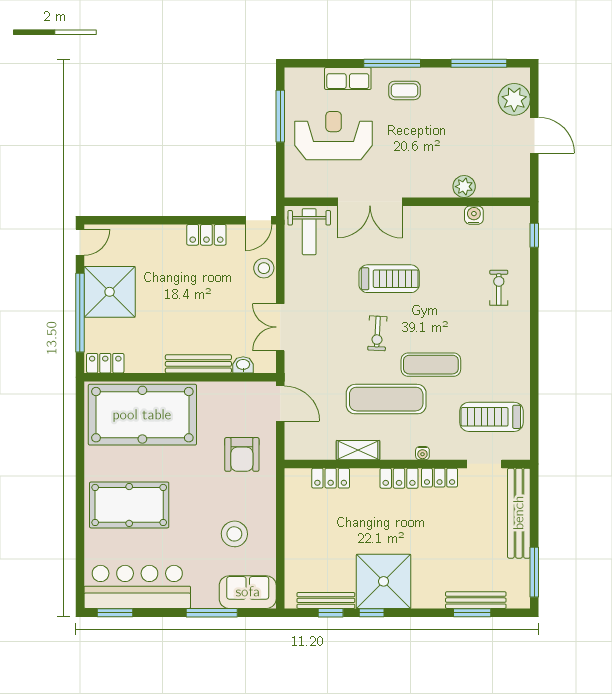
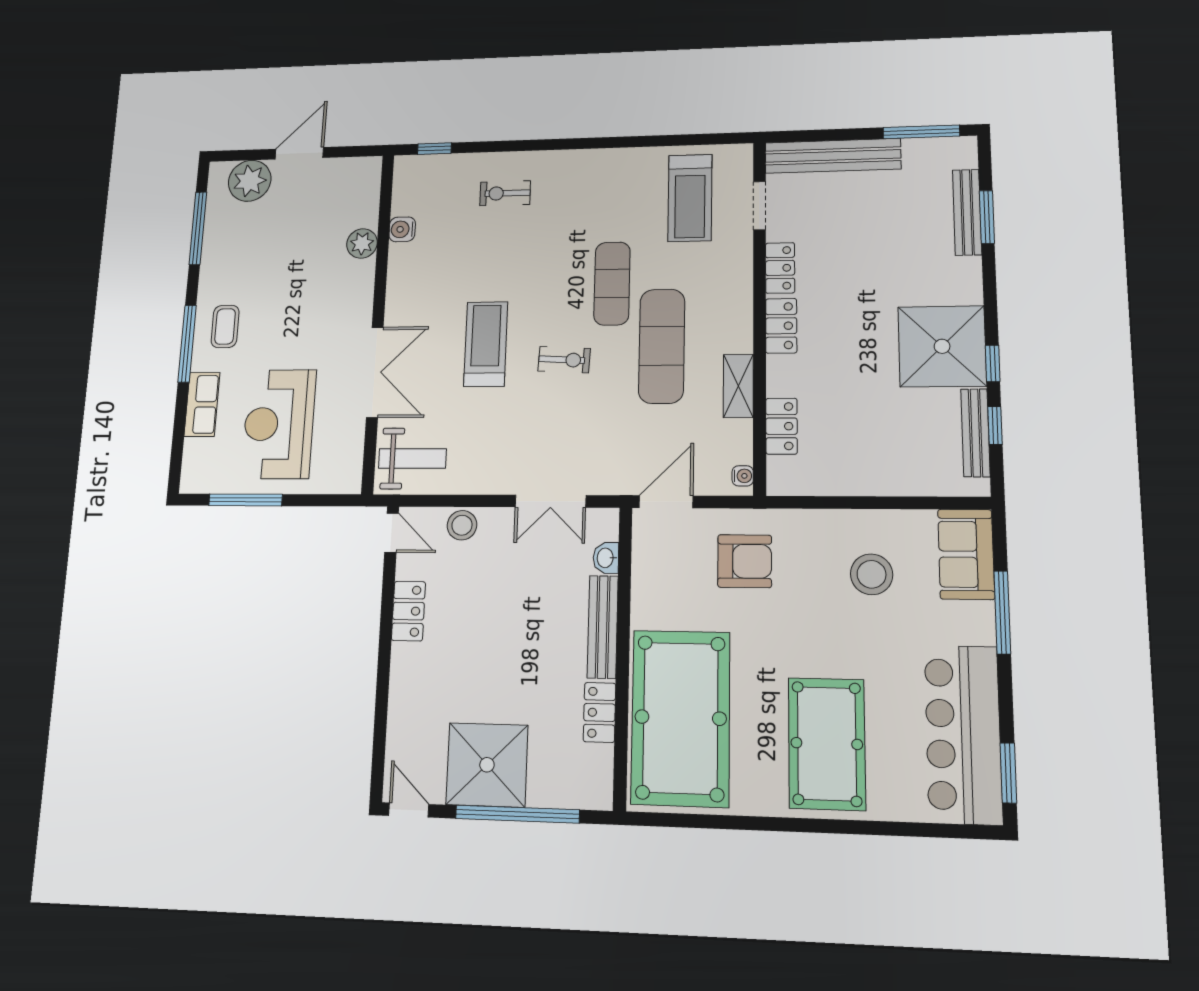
locker: (105, 363) -> (599, 712), moved
water cooler: (422, 453) -> (743, 476), moved

